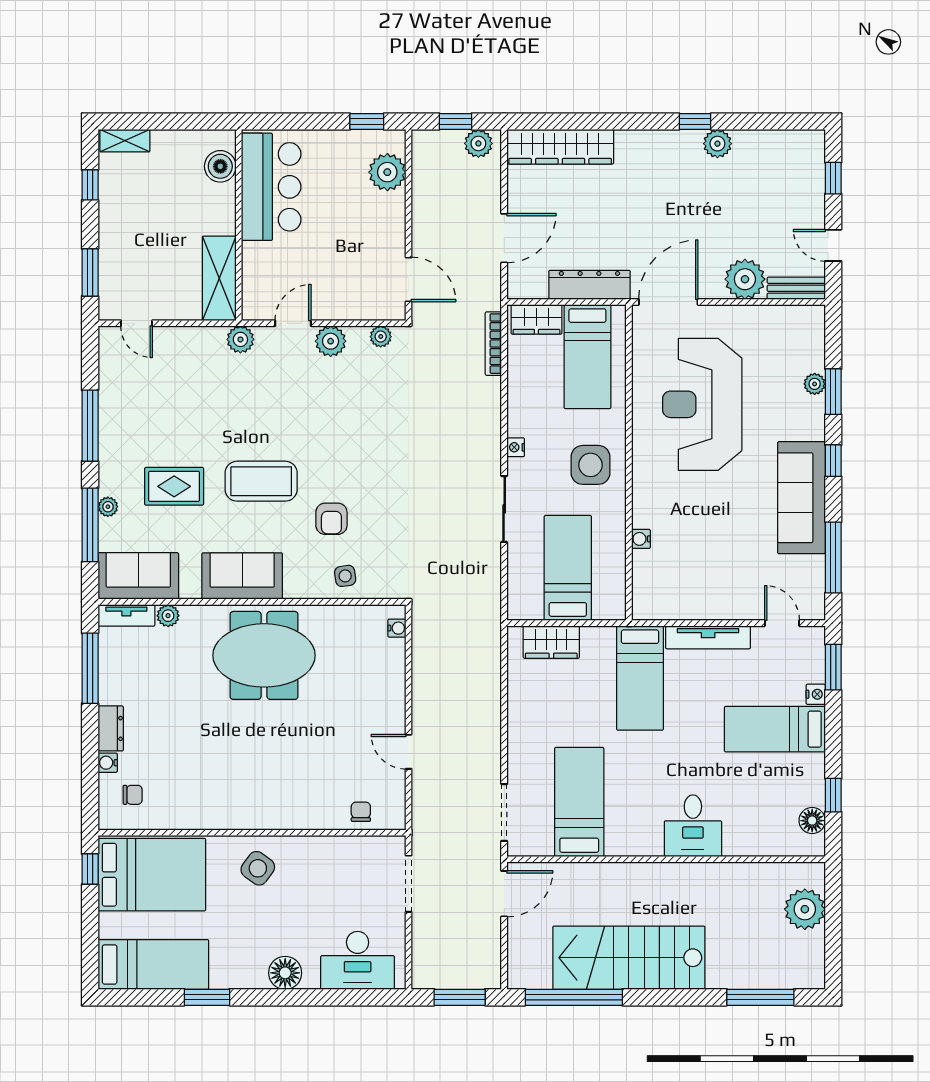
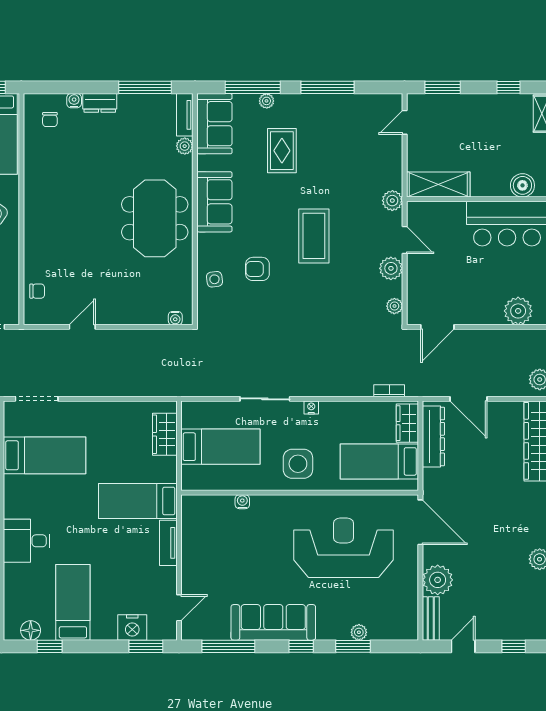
dresser: (589, 285) -> (433, 436), moved
bookcase: (493, 344) -> (389, 391), width x0.64
coffee table: (261, 481) -> (314, 236), moved
tv unit: (708, 637) -> (168, 543), width x0.71
nightstand: (816, 694) -> (132, 627), width x1.89, depth x1.79
bed: (775, 729) -> (73, 602), moved

